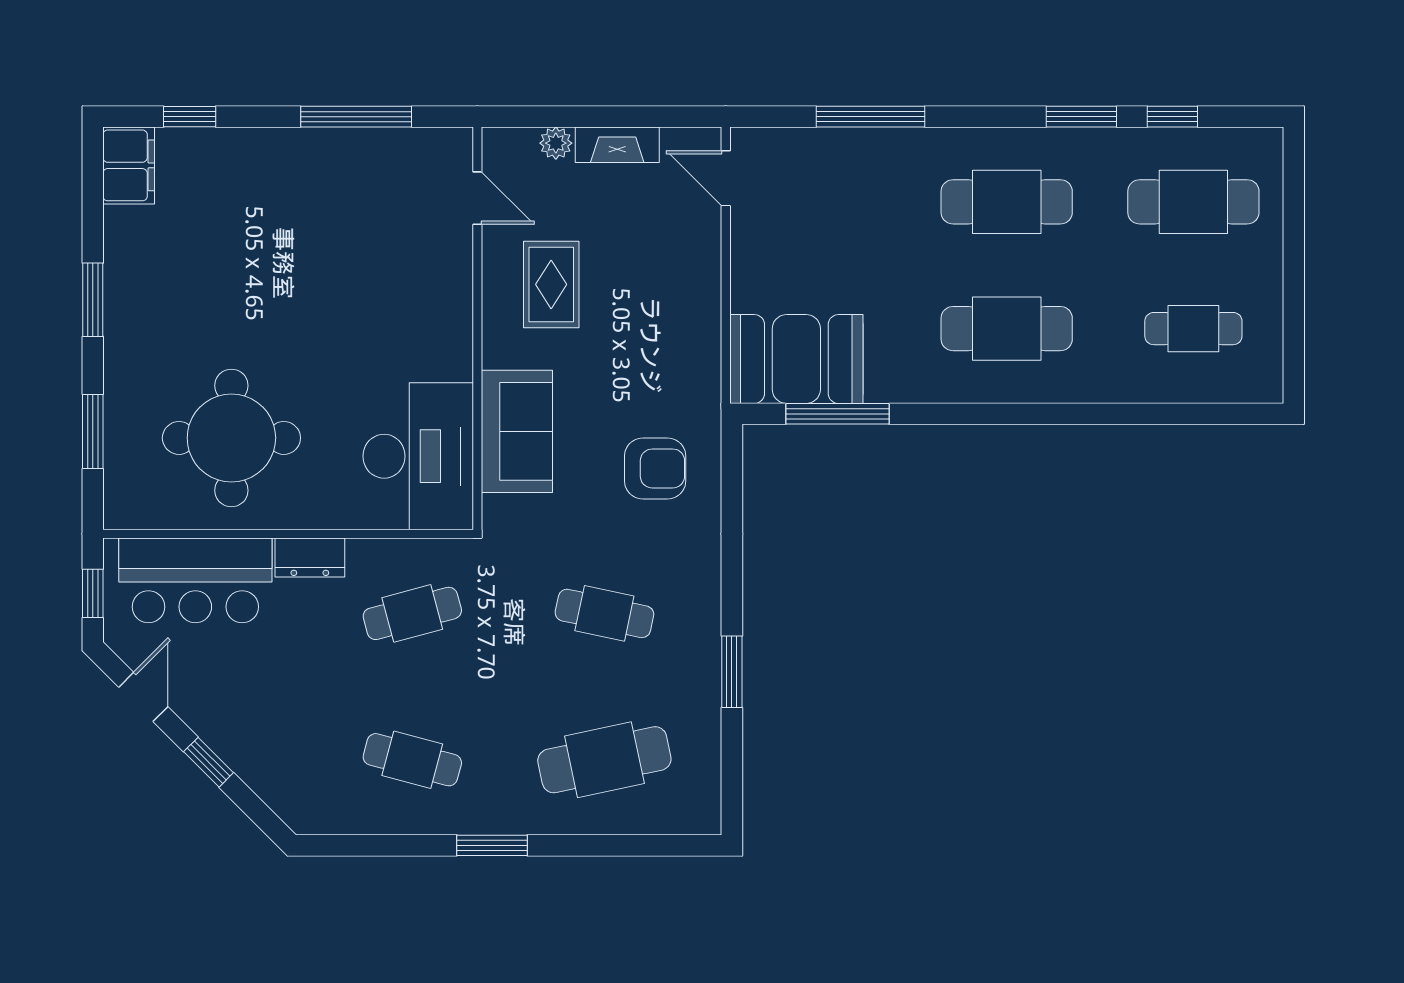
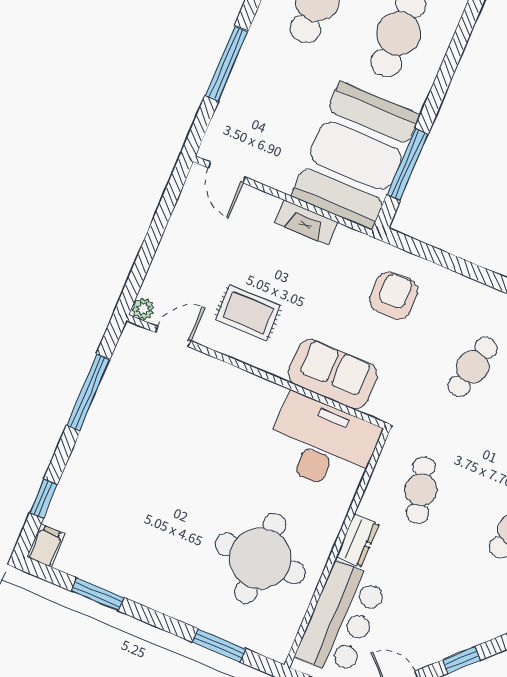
plant: (556, 143) -> (143, 309), moved
fireplace: (617, 145) -> (306, 222), moved, turned 90
filing cabinet: (129, 165) -> (46, 546), width x0.50
door: (726, 178) -> (227, 172), hinge flipped
window: (93, 300) -> (98, 594), moved
booth: (796, 359) -> (356, 156), width x1.36, depth x1.42

